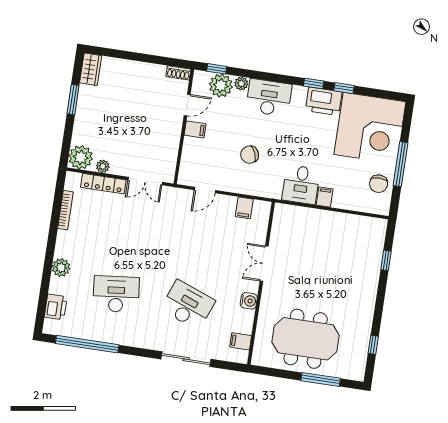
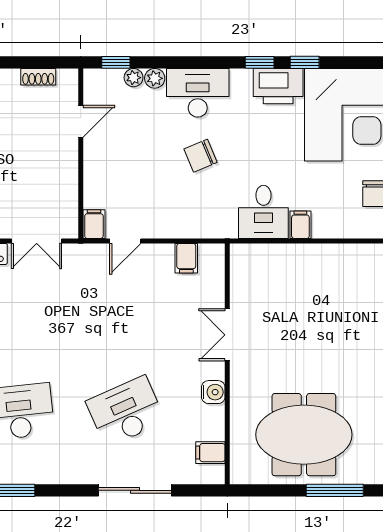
shoe rack: (178, 73) -> (38, 77), moved
plant: (221, 86) -> (134, 78), width x0.53, depth x0.53
filing cabinet: (195, 129) -> (94, 224), moved, turned -90
chair: (250, 155) -> (201, 156), moved
desk: (188, 305) -> (126, 411), turned -45

